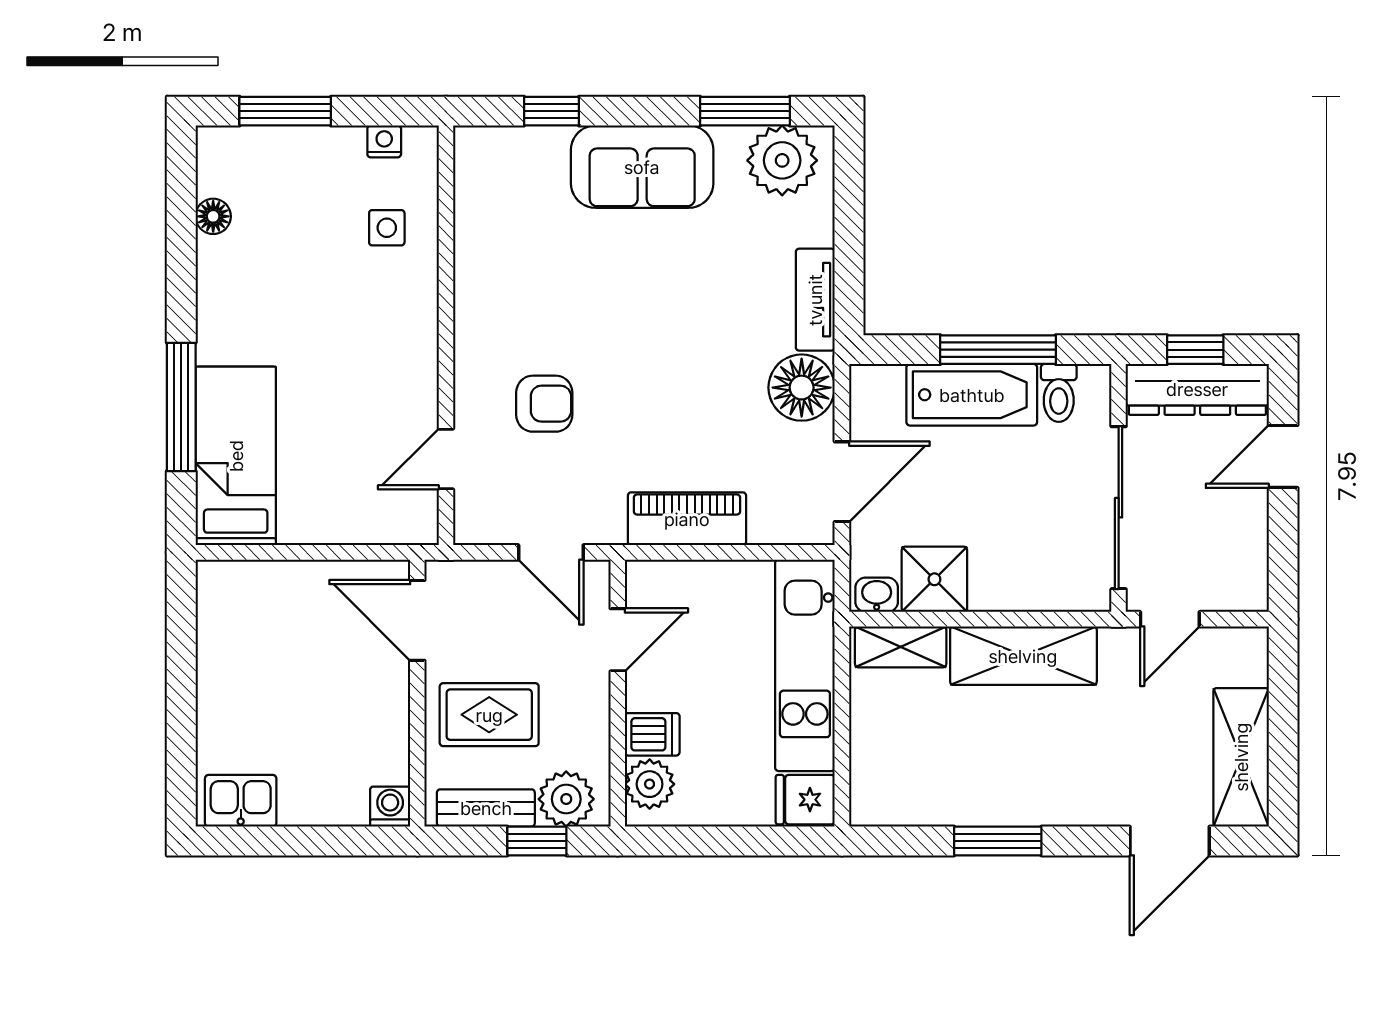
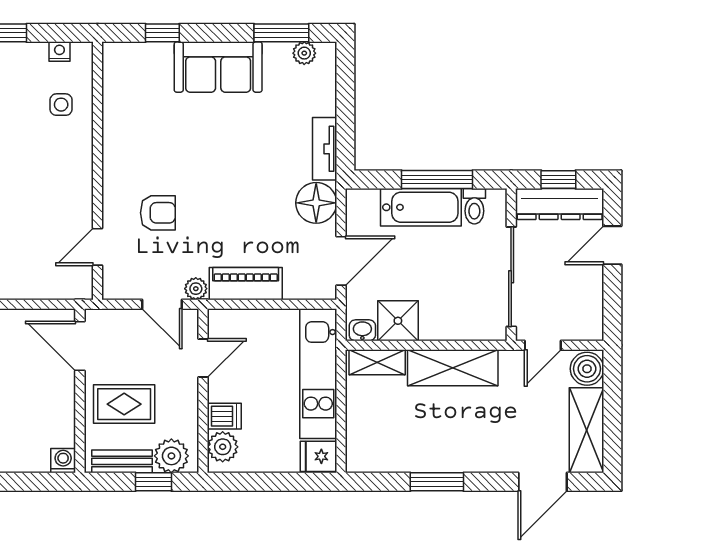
plant: (782, 160) -> (304, 53), width x0.53, depth x0.53
plant: (606, 527) -> (196, 289), added
boiler: (1242, 657) -> (587, 369), added

